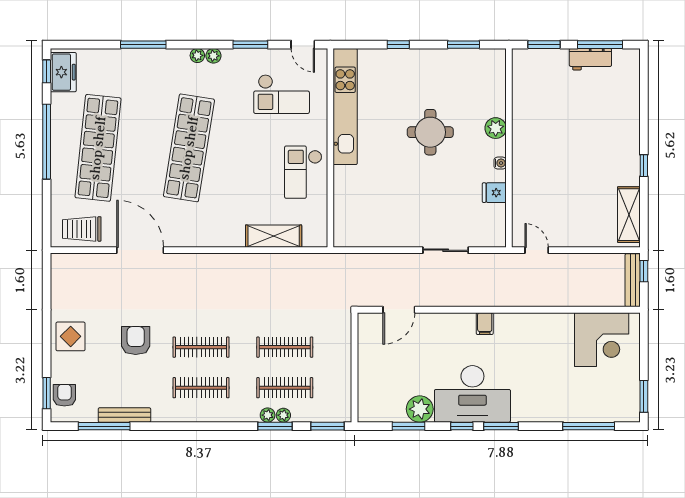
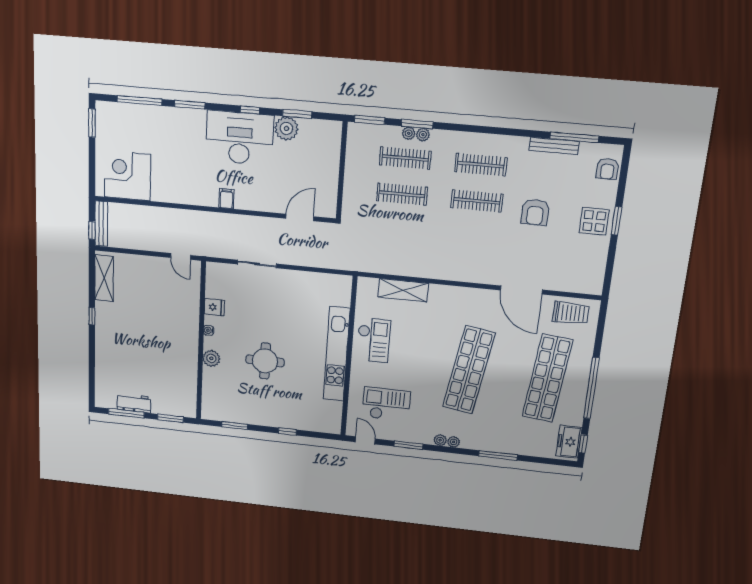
kitchen unit: (345, 107) -> (337, 354), moved
window: (47, 393) -> (616, 221), moved
window: (501, 426) -> (190, 105), moved

